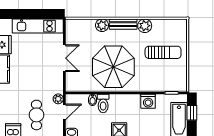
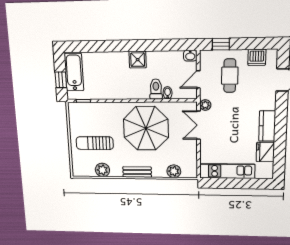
plant: (102, 25) -> (174, 171), moved
plant: (145, 26) -> (102, 170), moved
double door: (64, 58) -> (198, 125), moved
plant: (58, 99) -> (205, 105), moved
washing machine: (148, 101) -> (108, 92), removed

